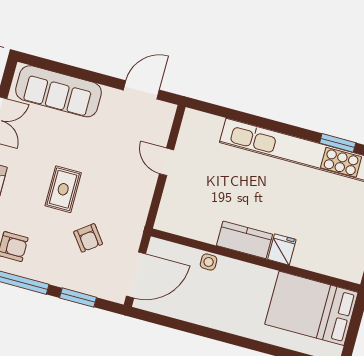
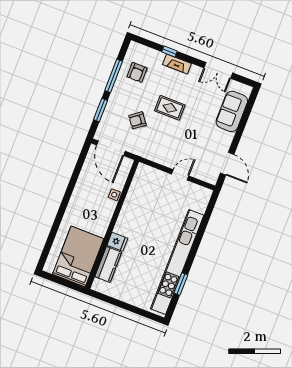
sofa: (59, 91) -> (232, 111), width x0.73
kitchen counter: (245, 240) -> (108, 264), moved

